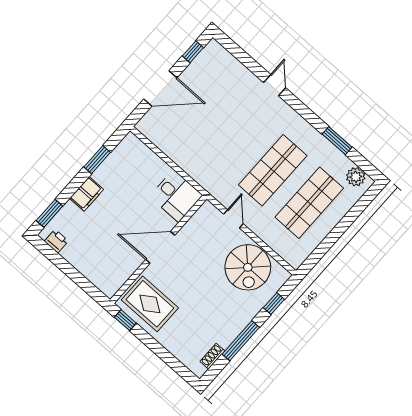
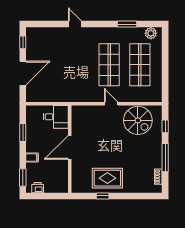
filing cabinet: (87, 194) -> (32, 158), width x0.50
desk: (176, 196) -> (56, 117), moved
door: (160, 247) -> (70, 147), moved
wall: (158, 249) -> (70, 149), moved

